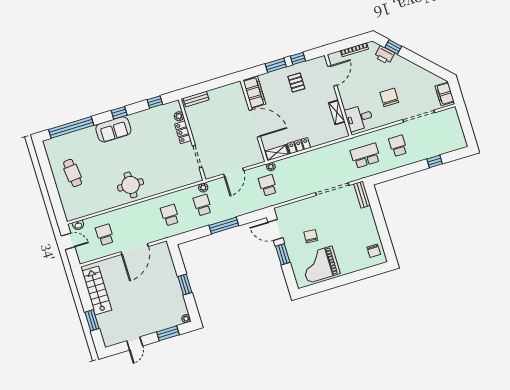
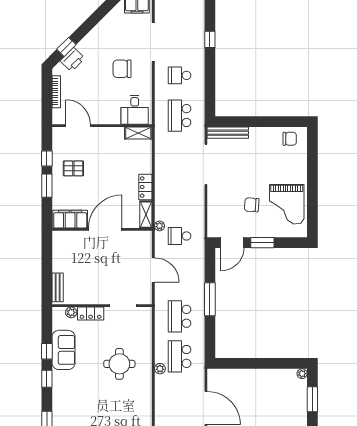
window: (155, 102) -> (47, 351), moved
shelving: (337, 112) -> (138, 133), moved
sofa: (113, 129) -> (64, 350), moved
round table: (131, 185) -> (119, 364), moved
plant: (203, 188) -> (160, 369), moved
bench: (362, 195) -> (228, 133), width x1.36
school desk: (203, 205) -> (180, 316), width x1.85
school desk: (170, 215) -> (180, 356), width x1.85
window: (185, 285) -> (263, 363), removed

